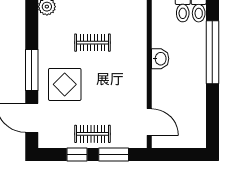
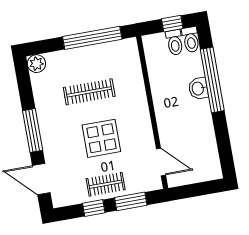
clothes rail: (92, 43) -> (89, 92), width x1.36
washbasin: (160, 59) -> (198, 88), moved, turned 180
display table: (65, 84) -> (101, 138), moved

